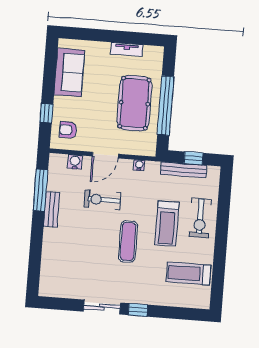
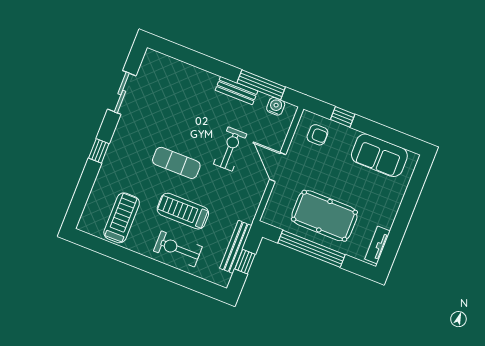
tv unit: (127, 49) -> (377, 245), moved
armchair: (68, 130) -> (317, 135), turned 90
water cooler: (75, 162) -> (276, 106), moved, turned -90
water cooler: (139, 165) -> (255, 200), removed
sliding door: (102, 307) -> (122, 92), moved

